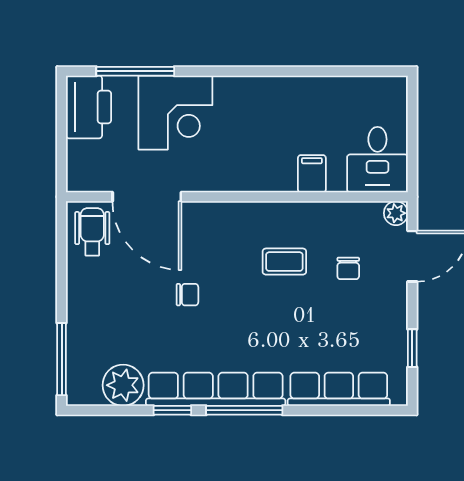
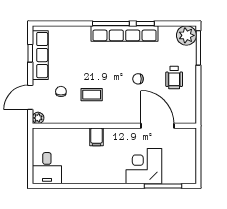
printer: (89, 107) -> (185, 169), removed
desk: (377, 160) -> (47, 168), moved, turned 180
filing cabinet: (312, 174) -> (96, 137), moved
wheelchair: (92, 232) -> (174, 77), moved
plant: (123, 385) -> (186, 35), moved
row of seats: (339, 389) -> (40, 55), moved, turned -90

